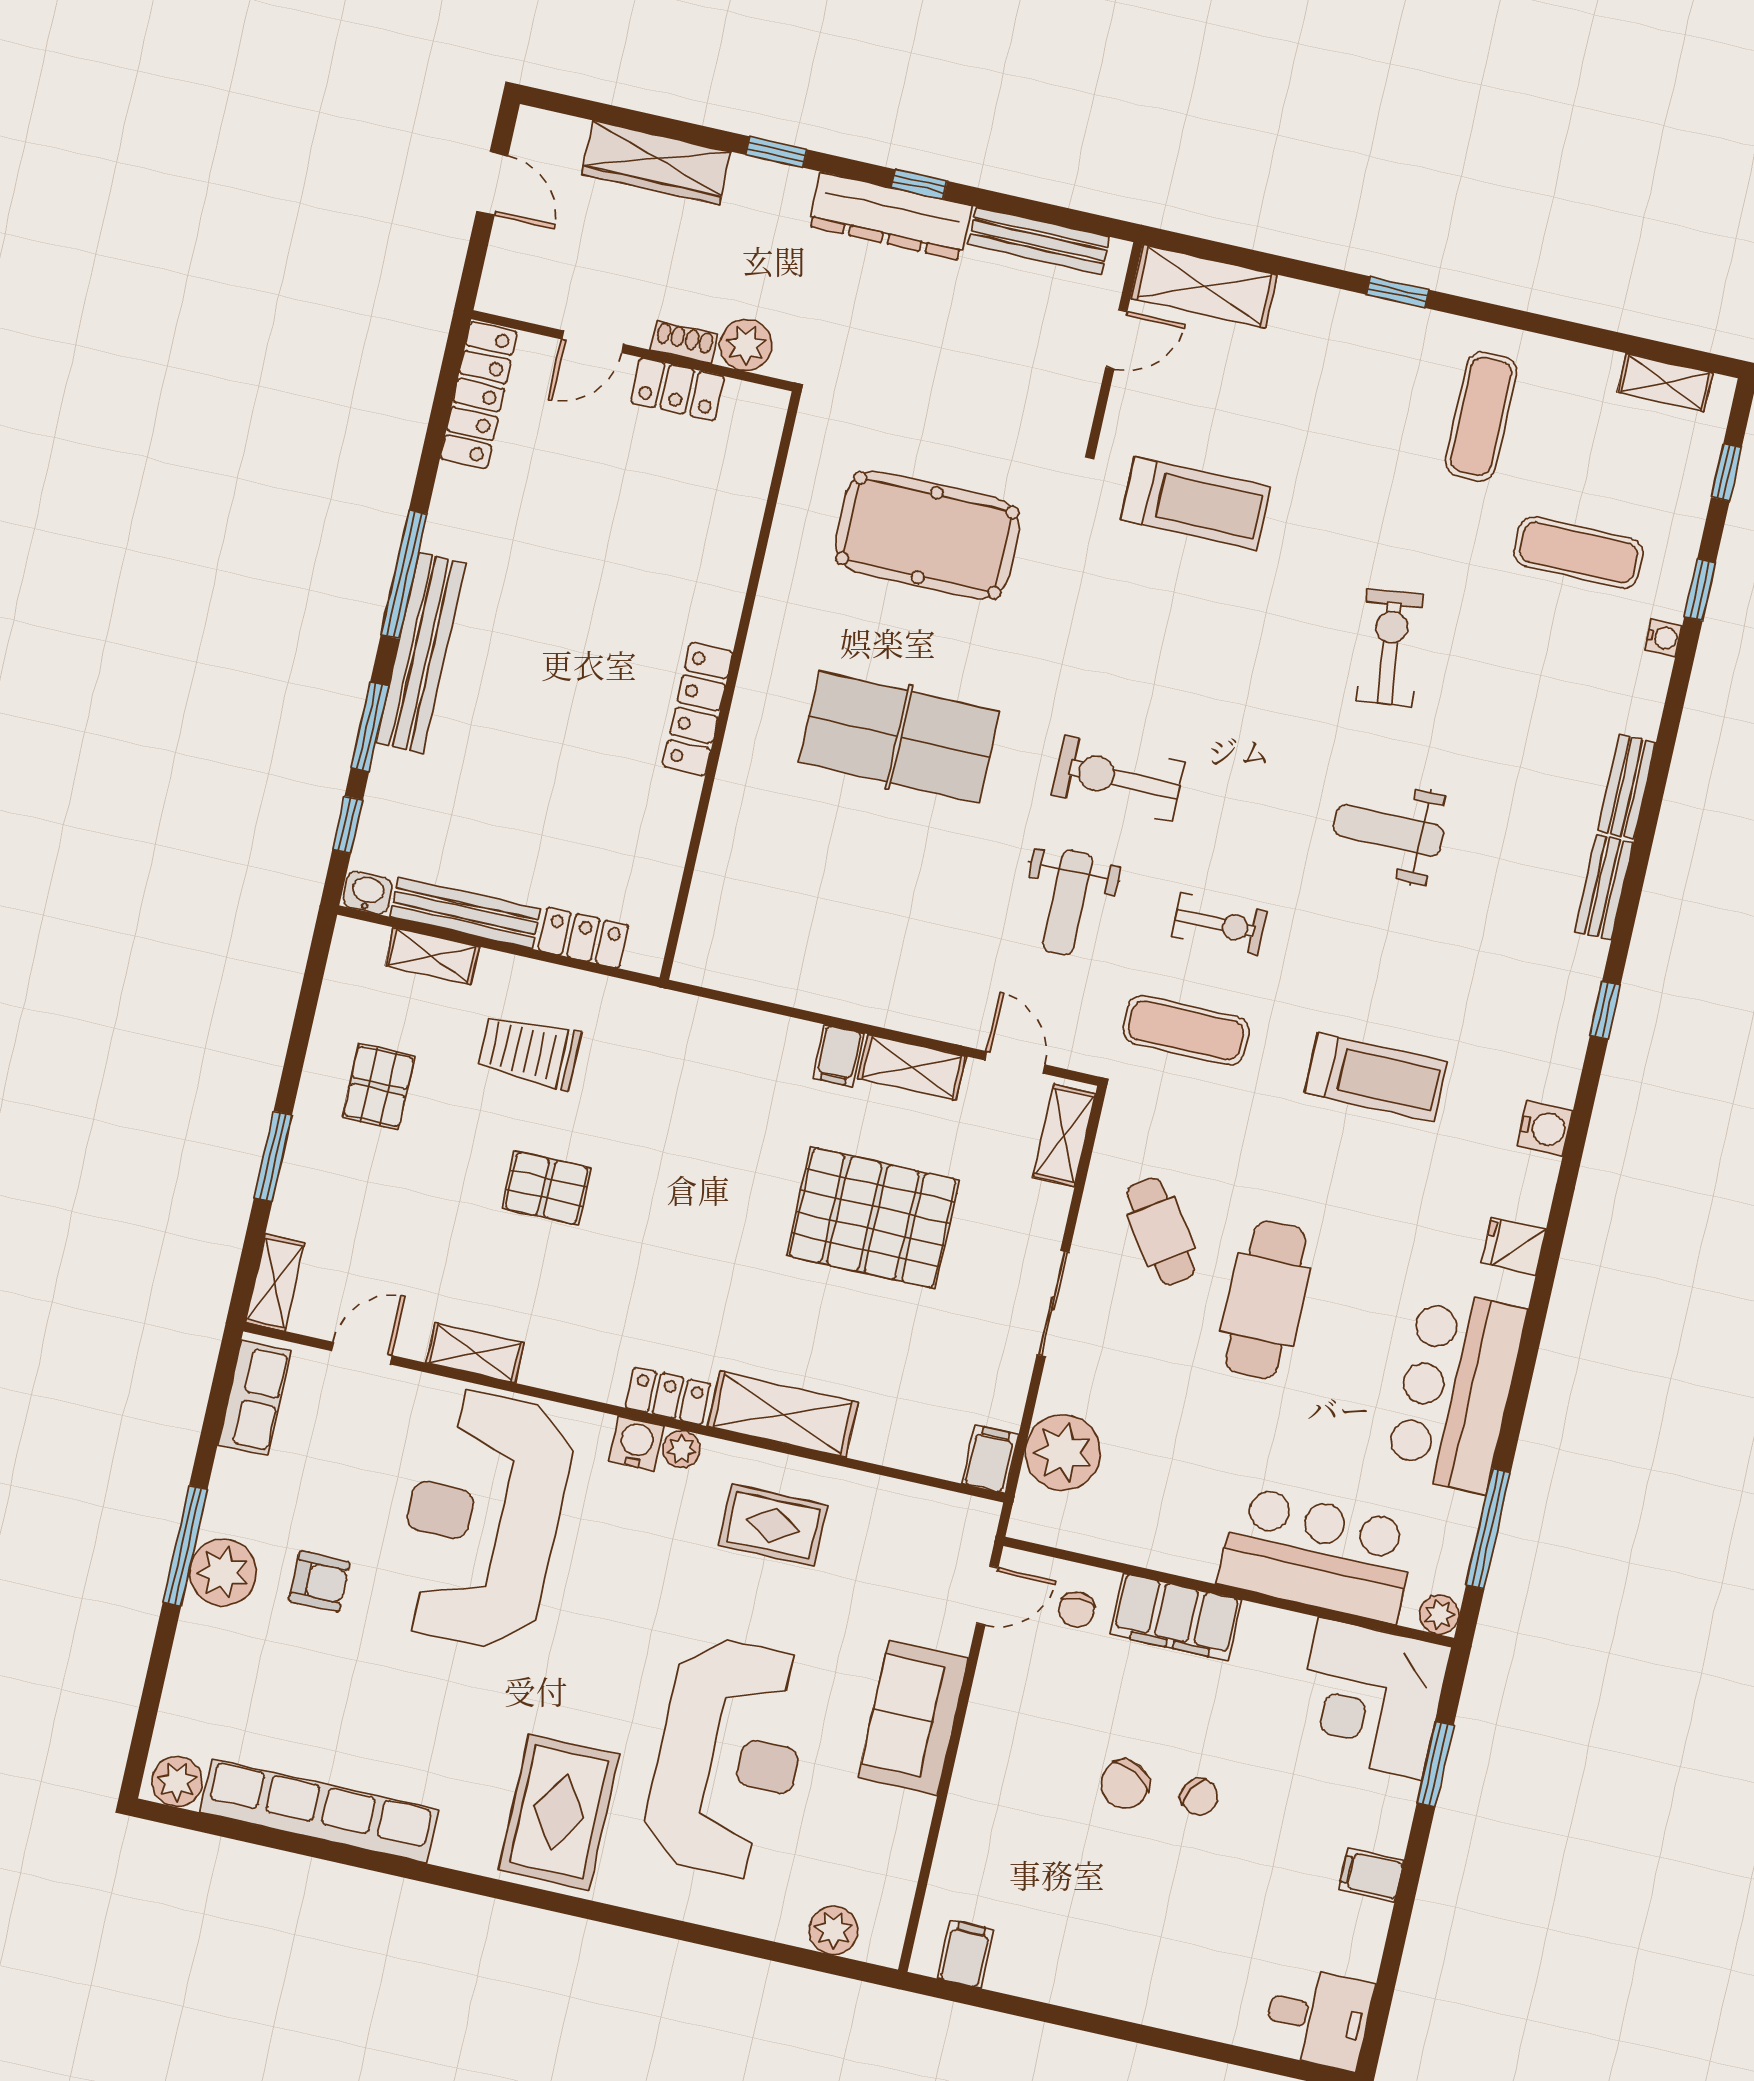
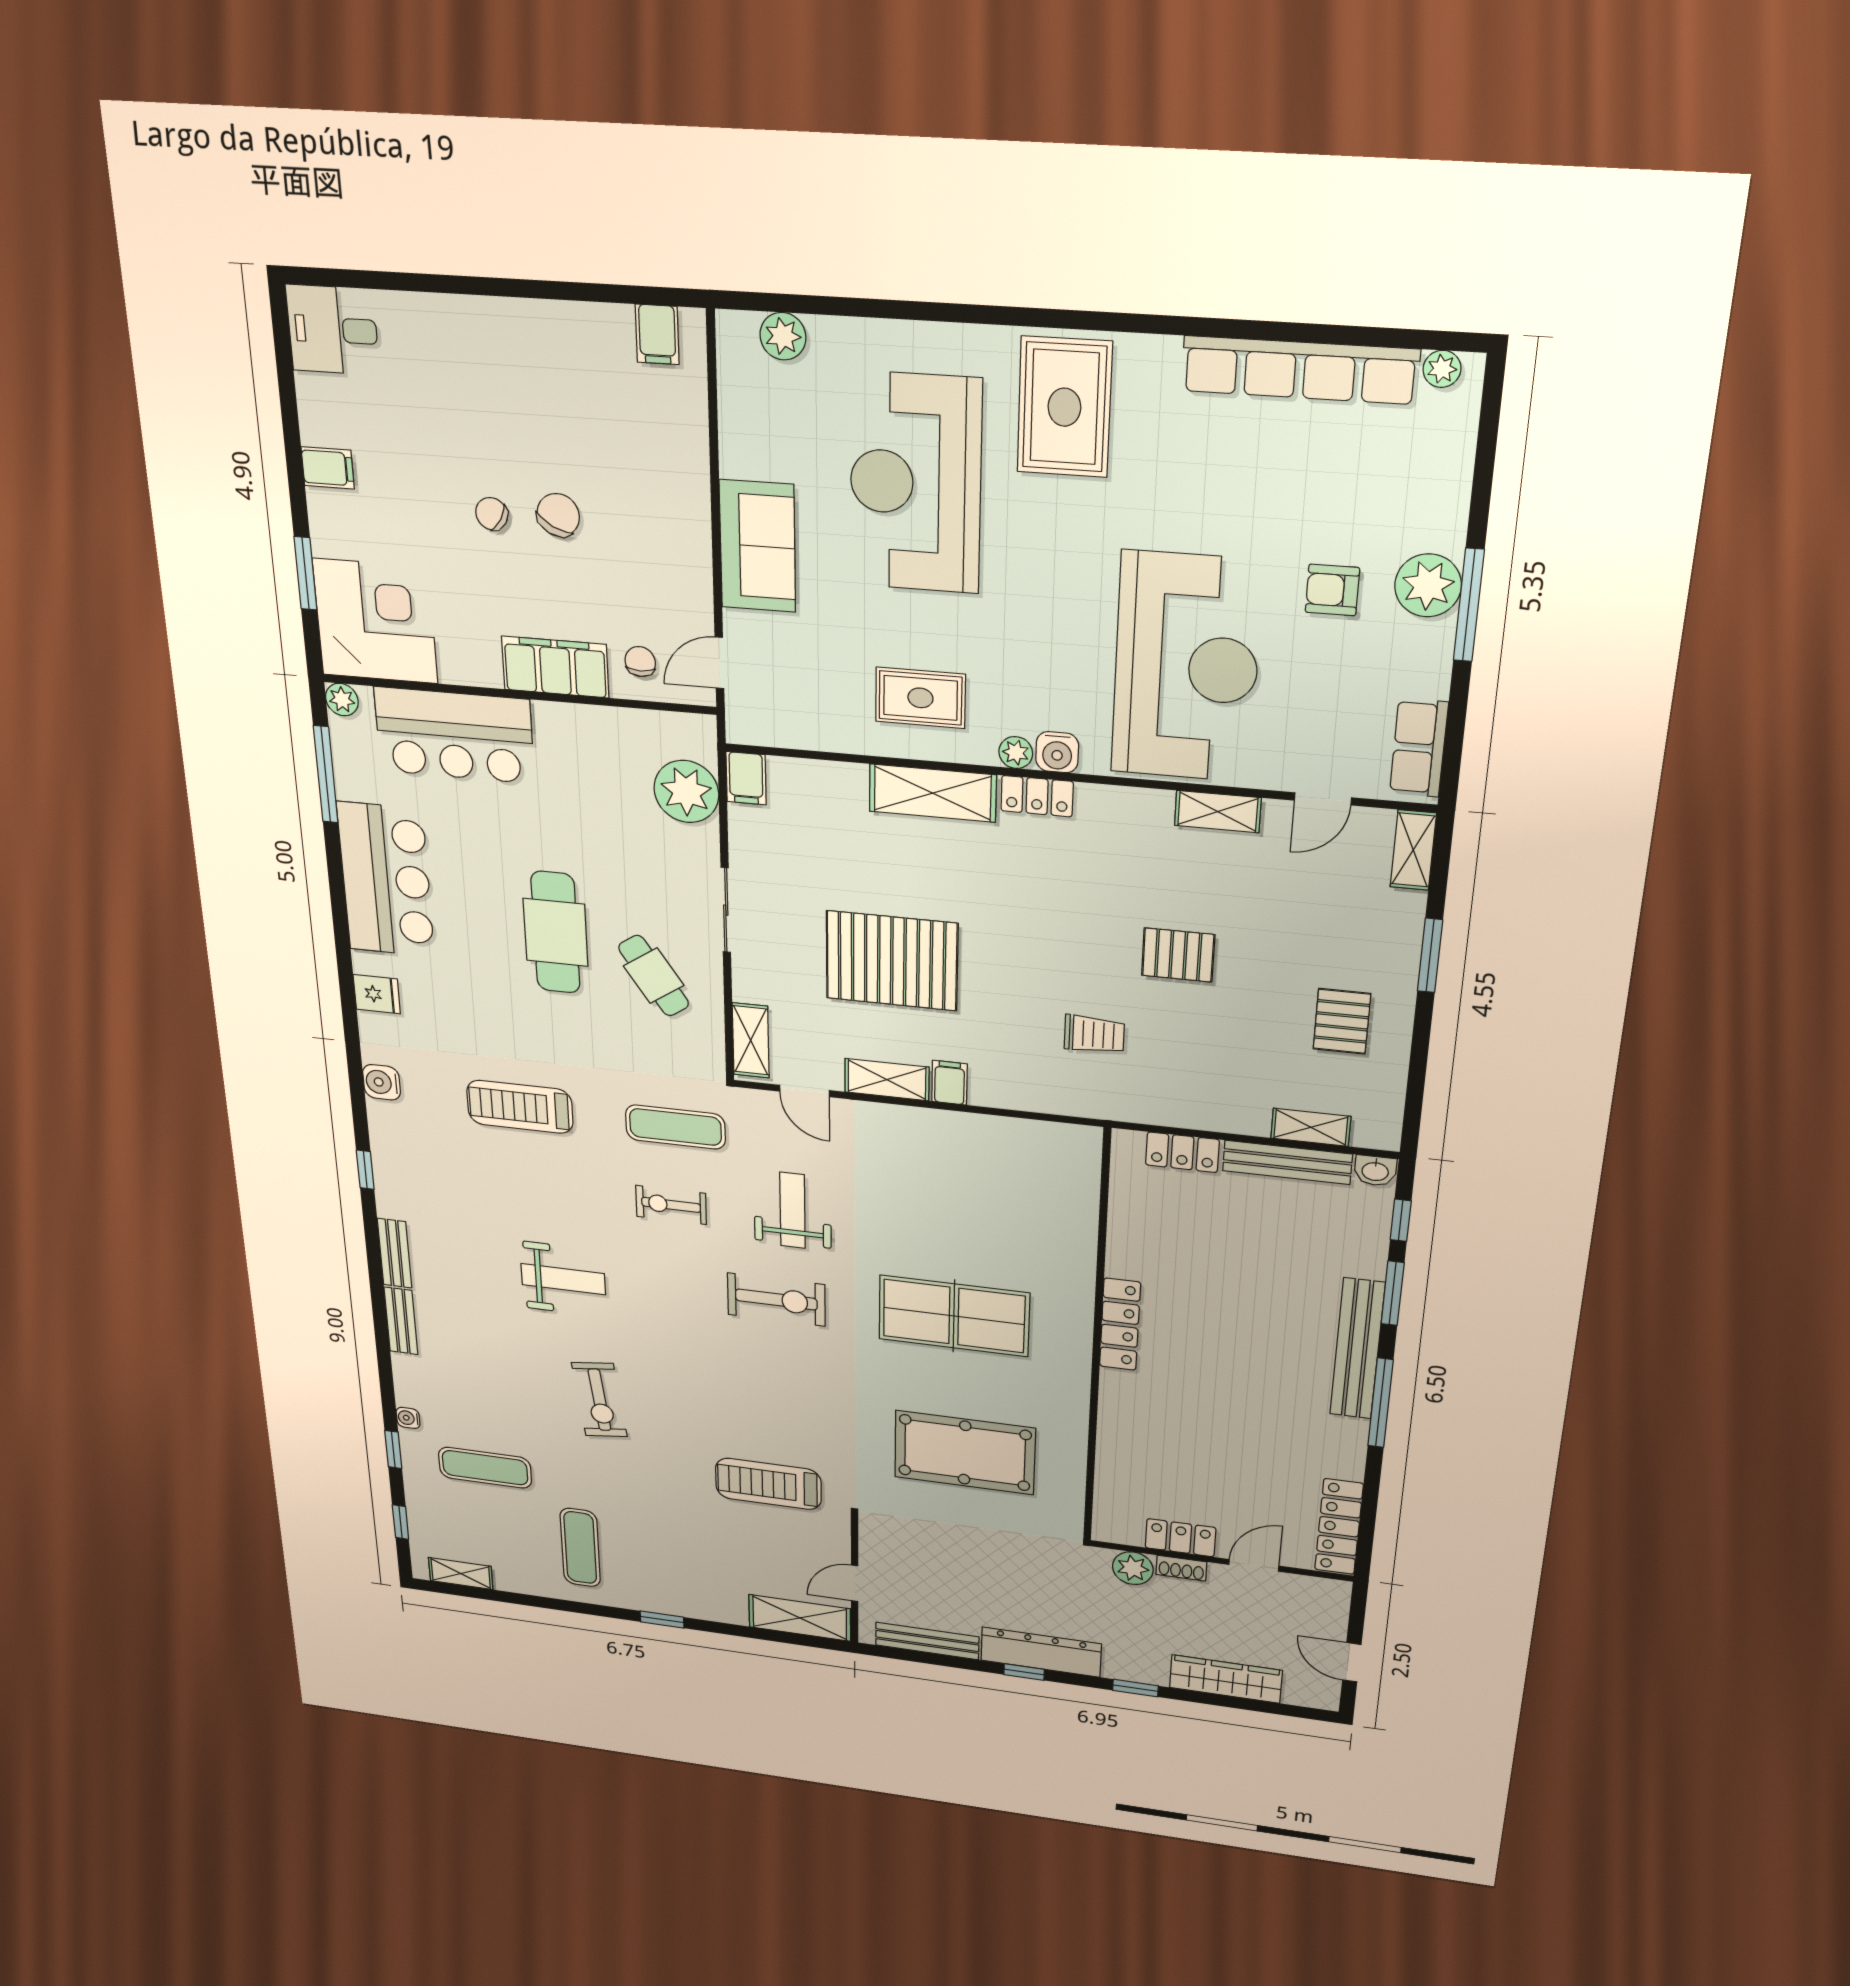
trolley: (529, 1051) -> (1094, 1034), moved, width x0.73, depth x0.72
plant: (177, 1782) -> (1442, 369), width x0.73, depth x0.73

